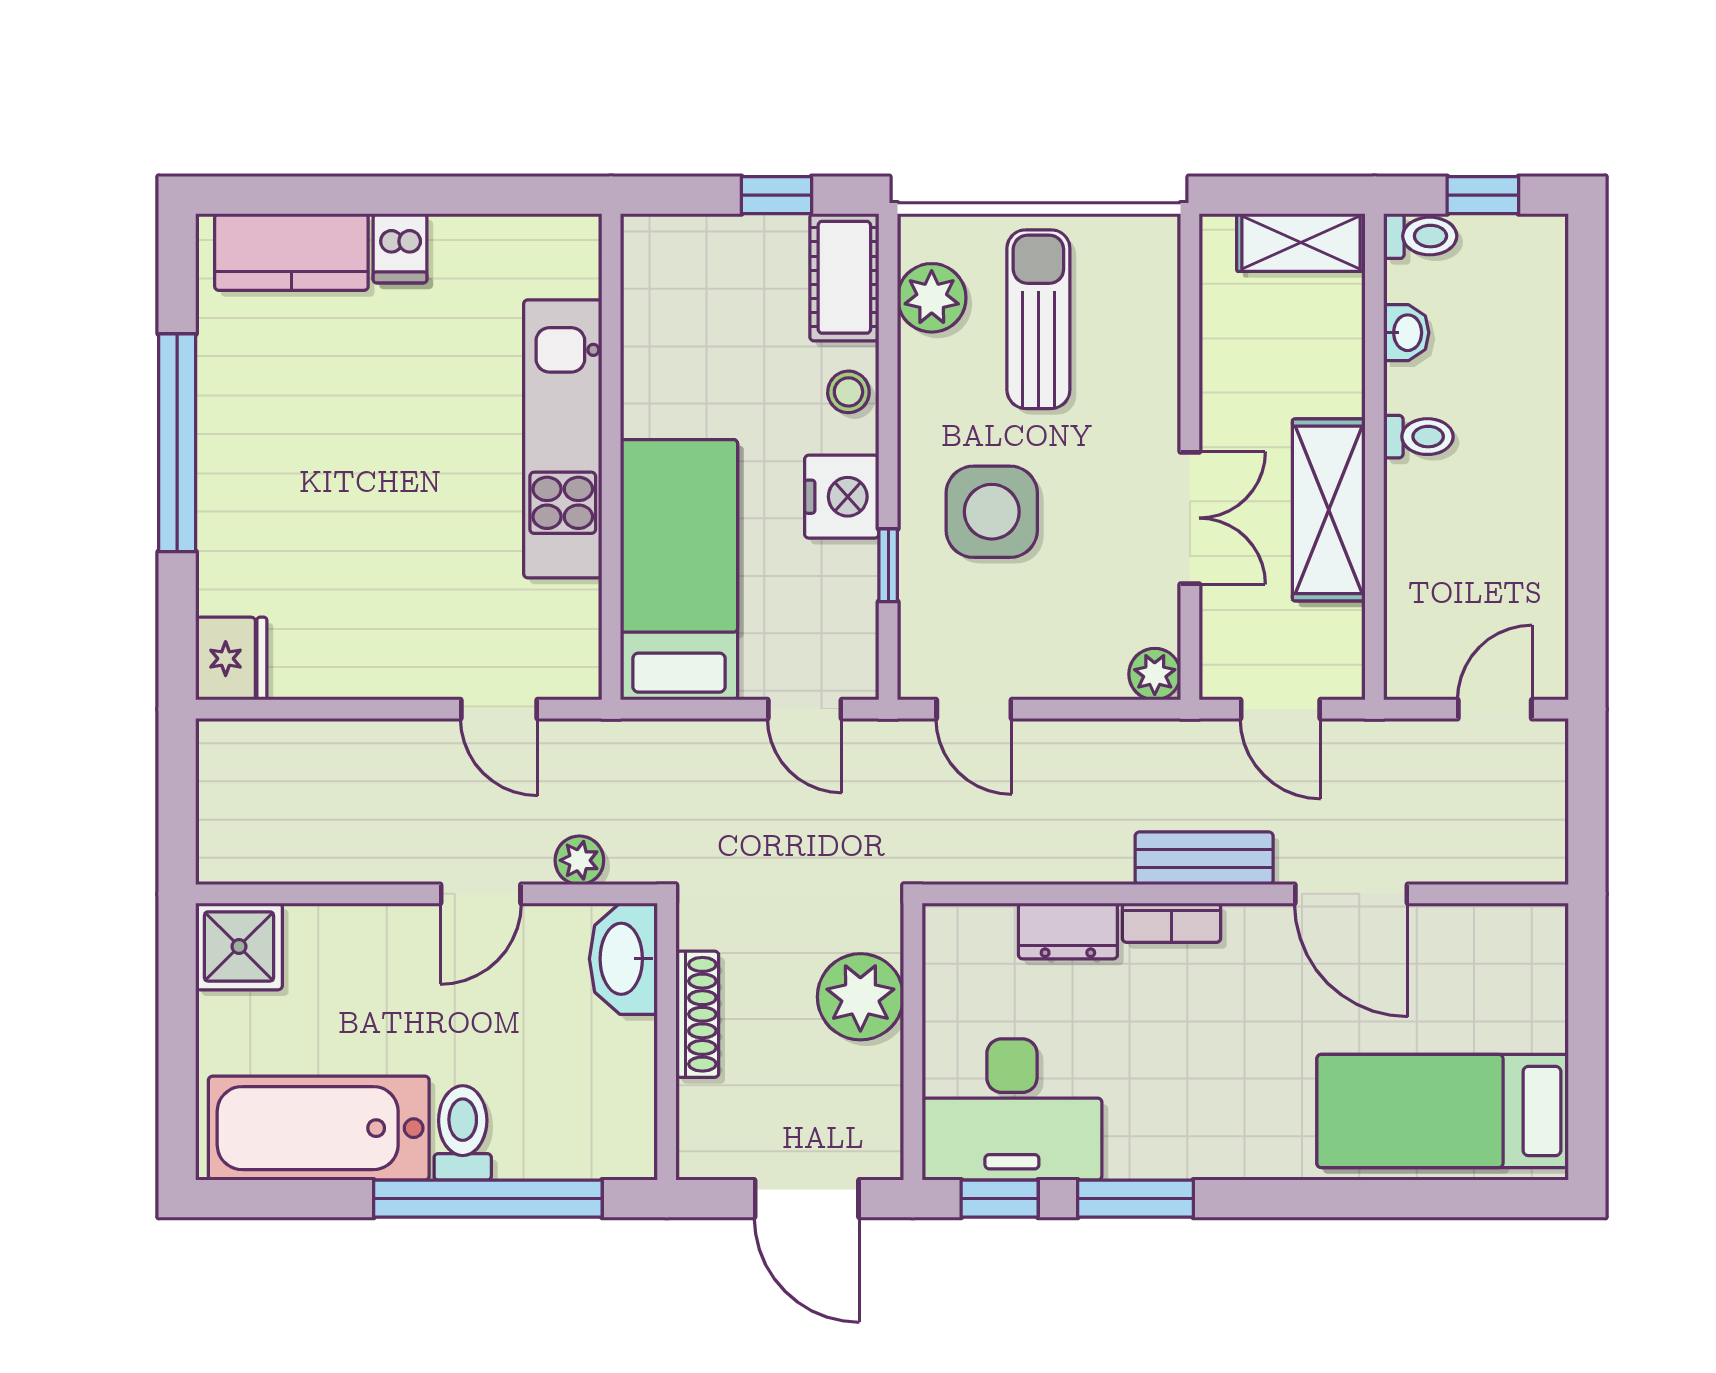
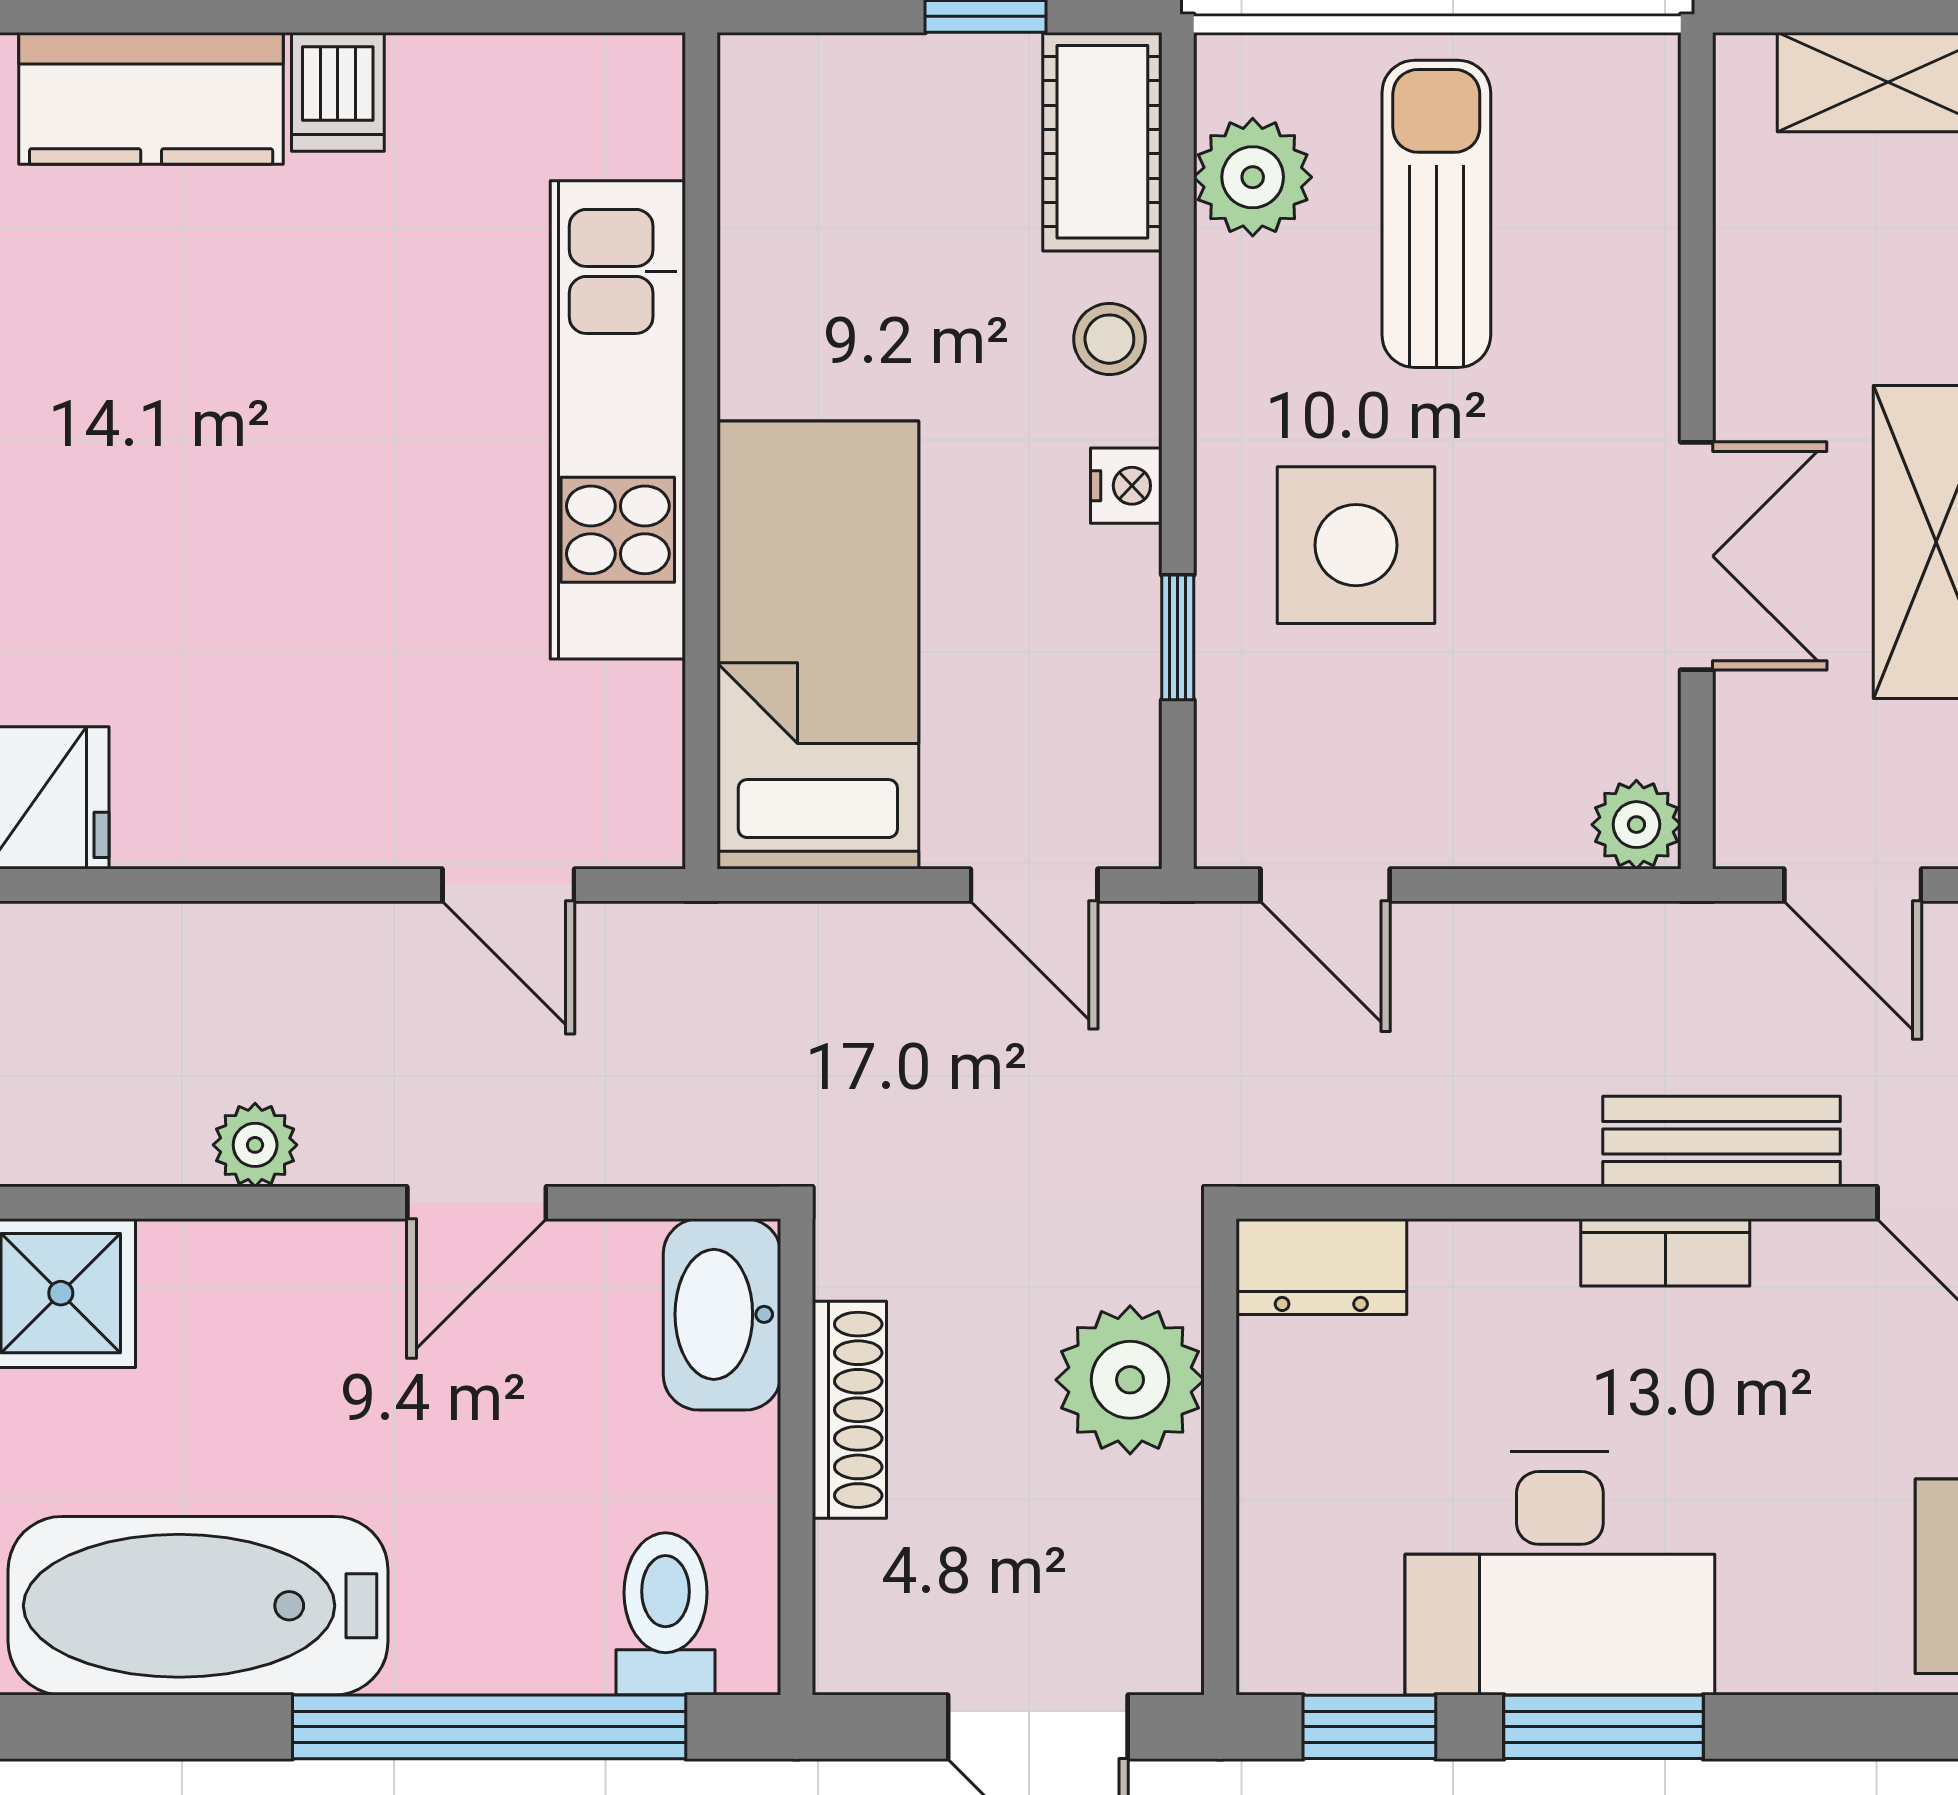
nightstand: (842, 497) -> (1126, 486), width x0.53, depth x0.56
plant: (579, 860) -> (255, 1145), moved
dresser: (1068, 931) -> (1321, 1267), moved
desk: (1012, 1109) -> (1560, 1574), moved
toilet: (463, 1133) -> (665, 1614), moved

